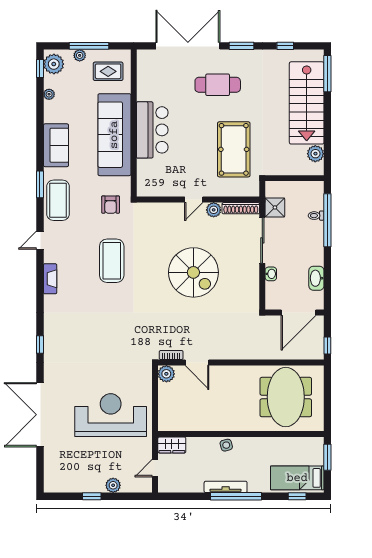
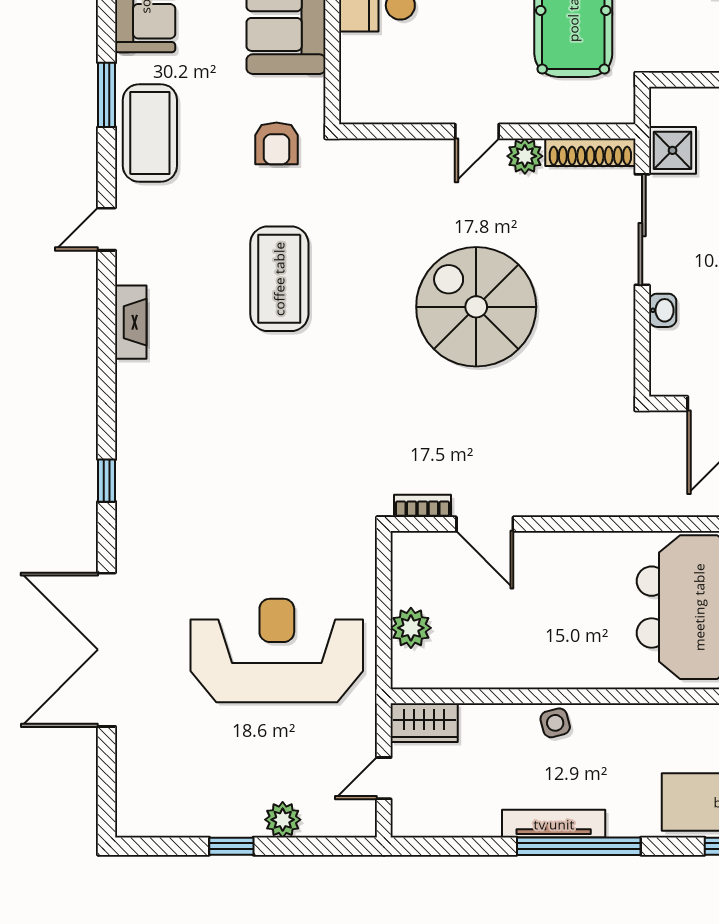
spiral stairs: (193, 272) -> (476, 307), turned 180
plant: (166, 374) -> (411, 628), moved

